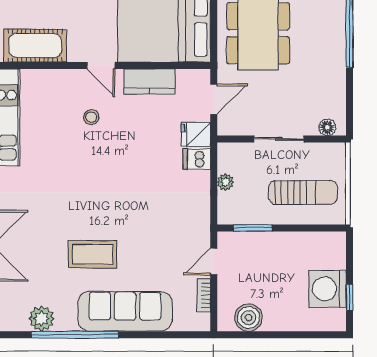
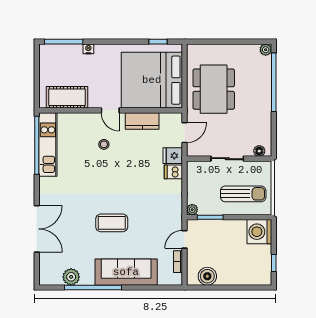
plant: (225, 182) -> (192, 210), moved
coffee table: (93, 254) -> (112, 223), moved
washing machine: (328, 289) -> (259, 232), moved

